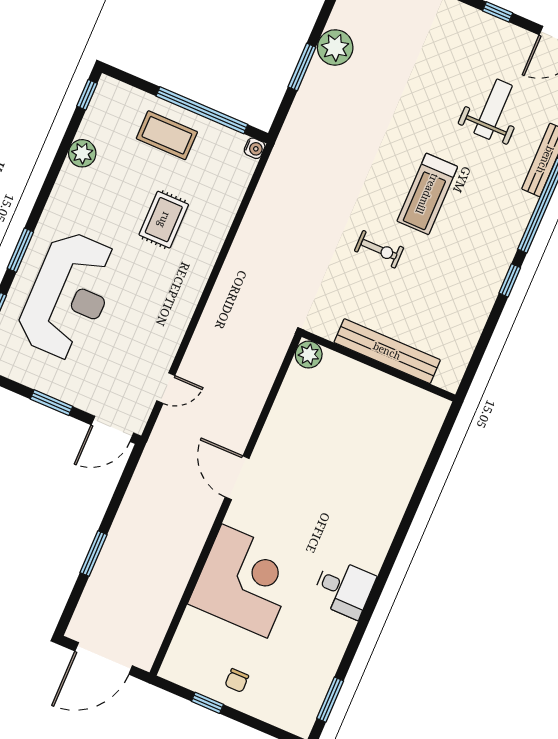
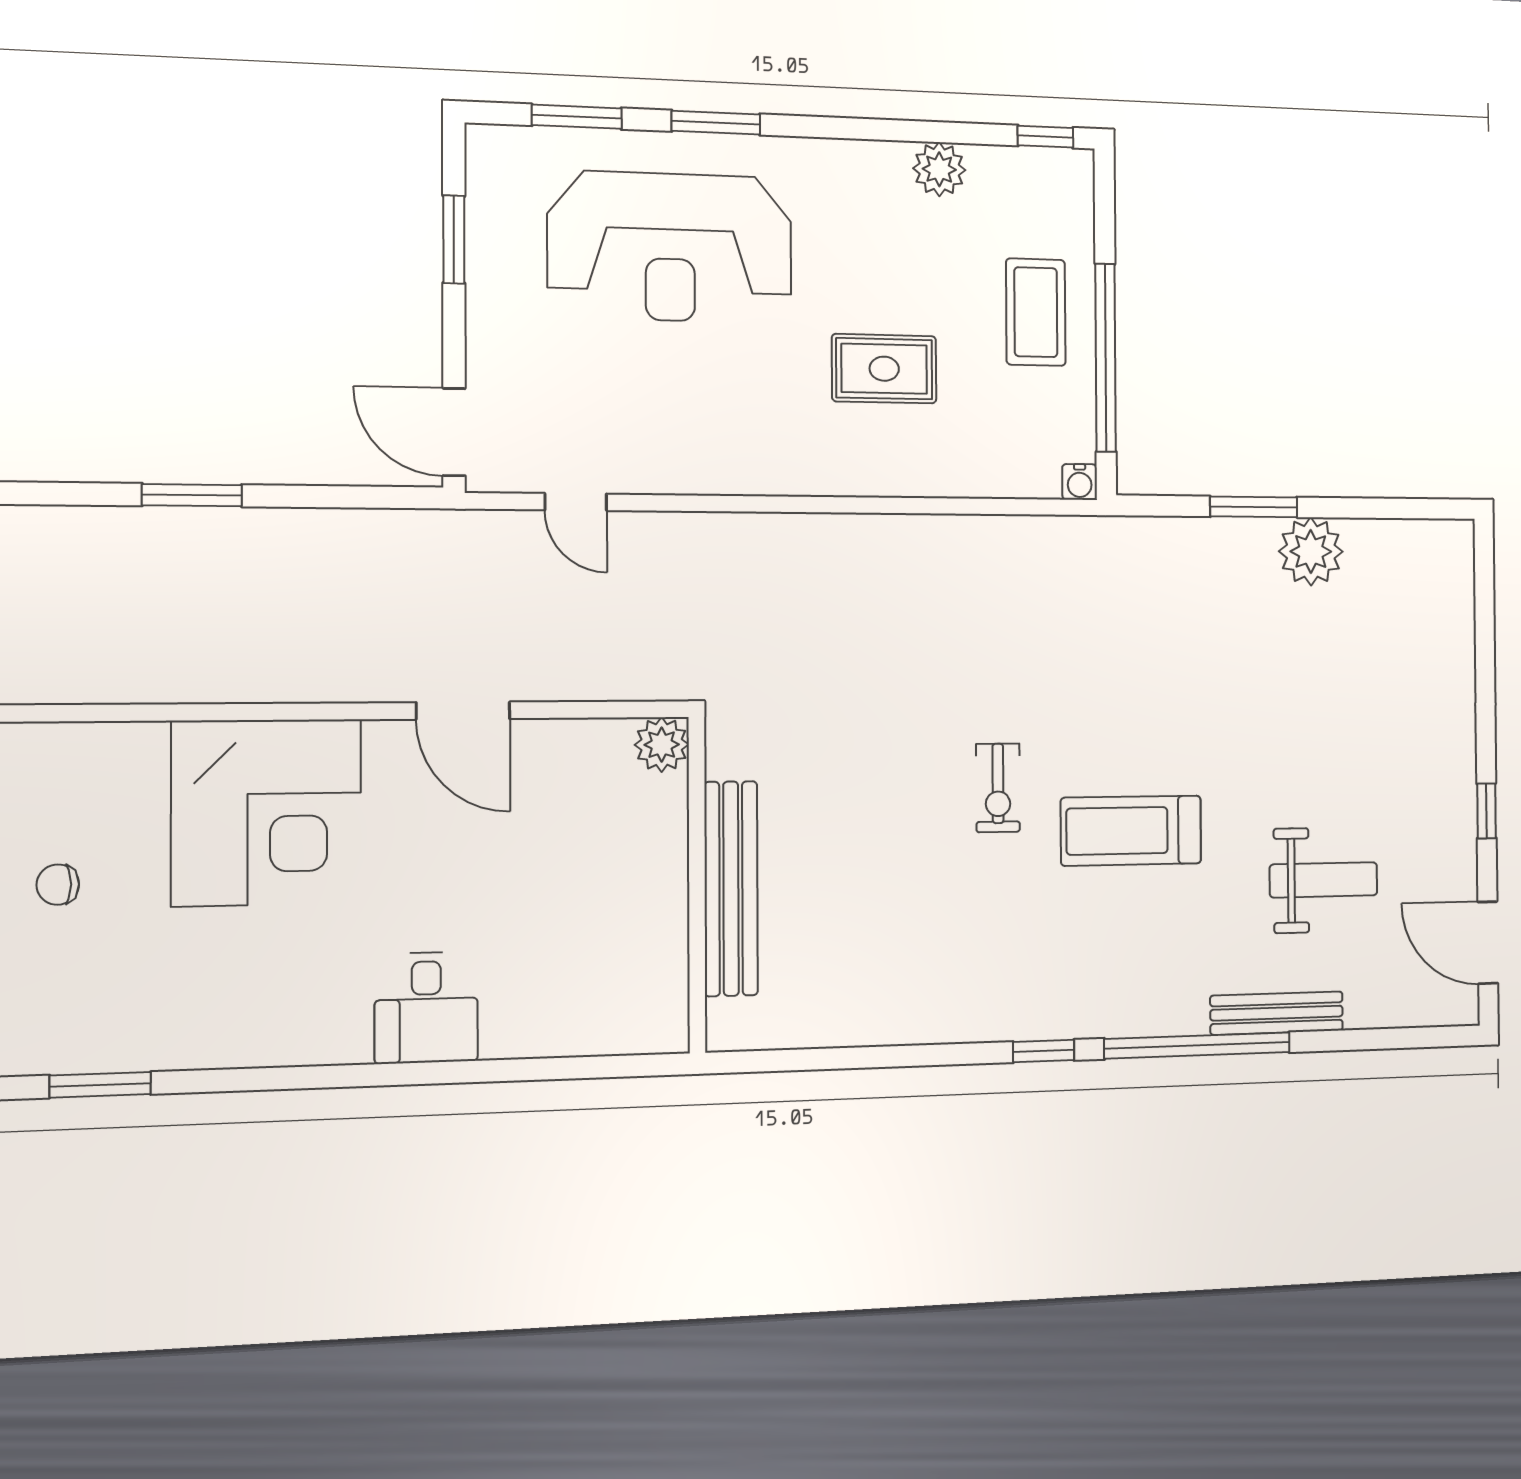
bench: (387, 351) -> (731, 889), moved
plant: (309, 355) -> (662, 745), moved
wall: (378, 366) -> (697, 885), moved
window: (52, 403) -> (454, 240), moved
door: (237, 478) -> (463, 711), swing flipped
desk: (344, 588) -> (426, 1008), moved

